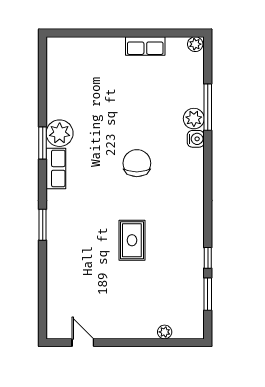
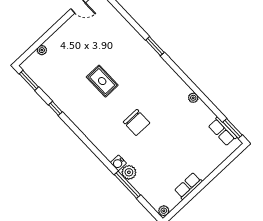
plant: (60, 133) -> (193, 98), width x0.53, depth x0.53
window: (43, 143) -> (233, 128), moved
row of seats: (56, 168) -> (222, 131), moved
window: (208, 294) -> (29, 80), moved

